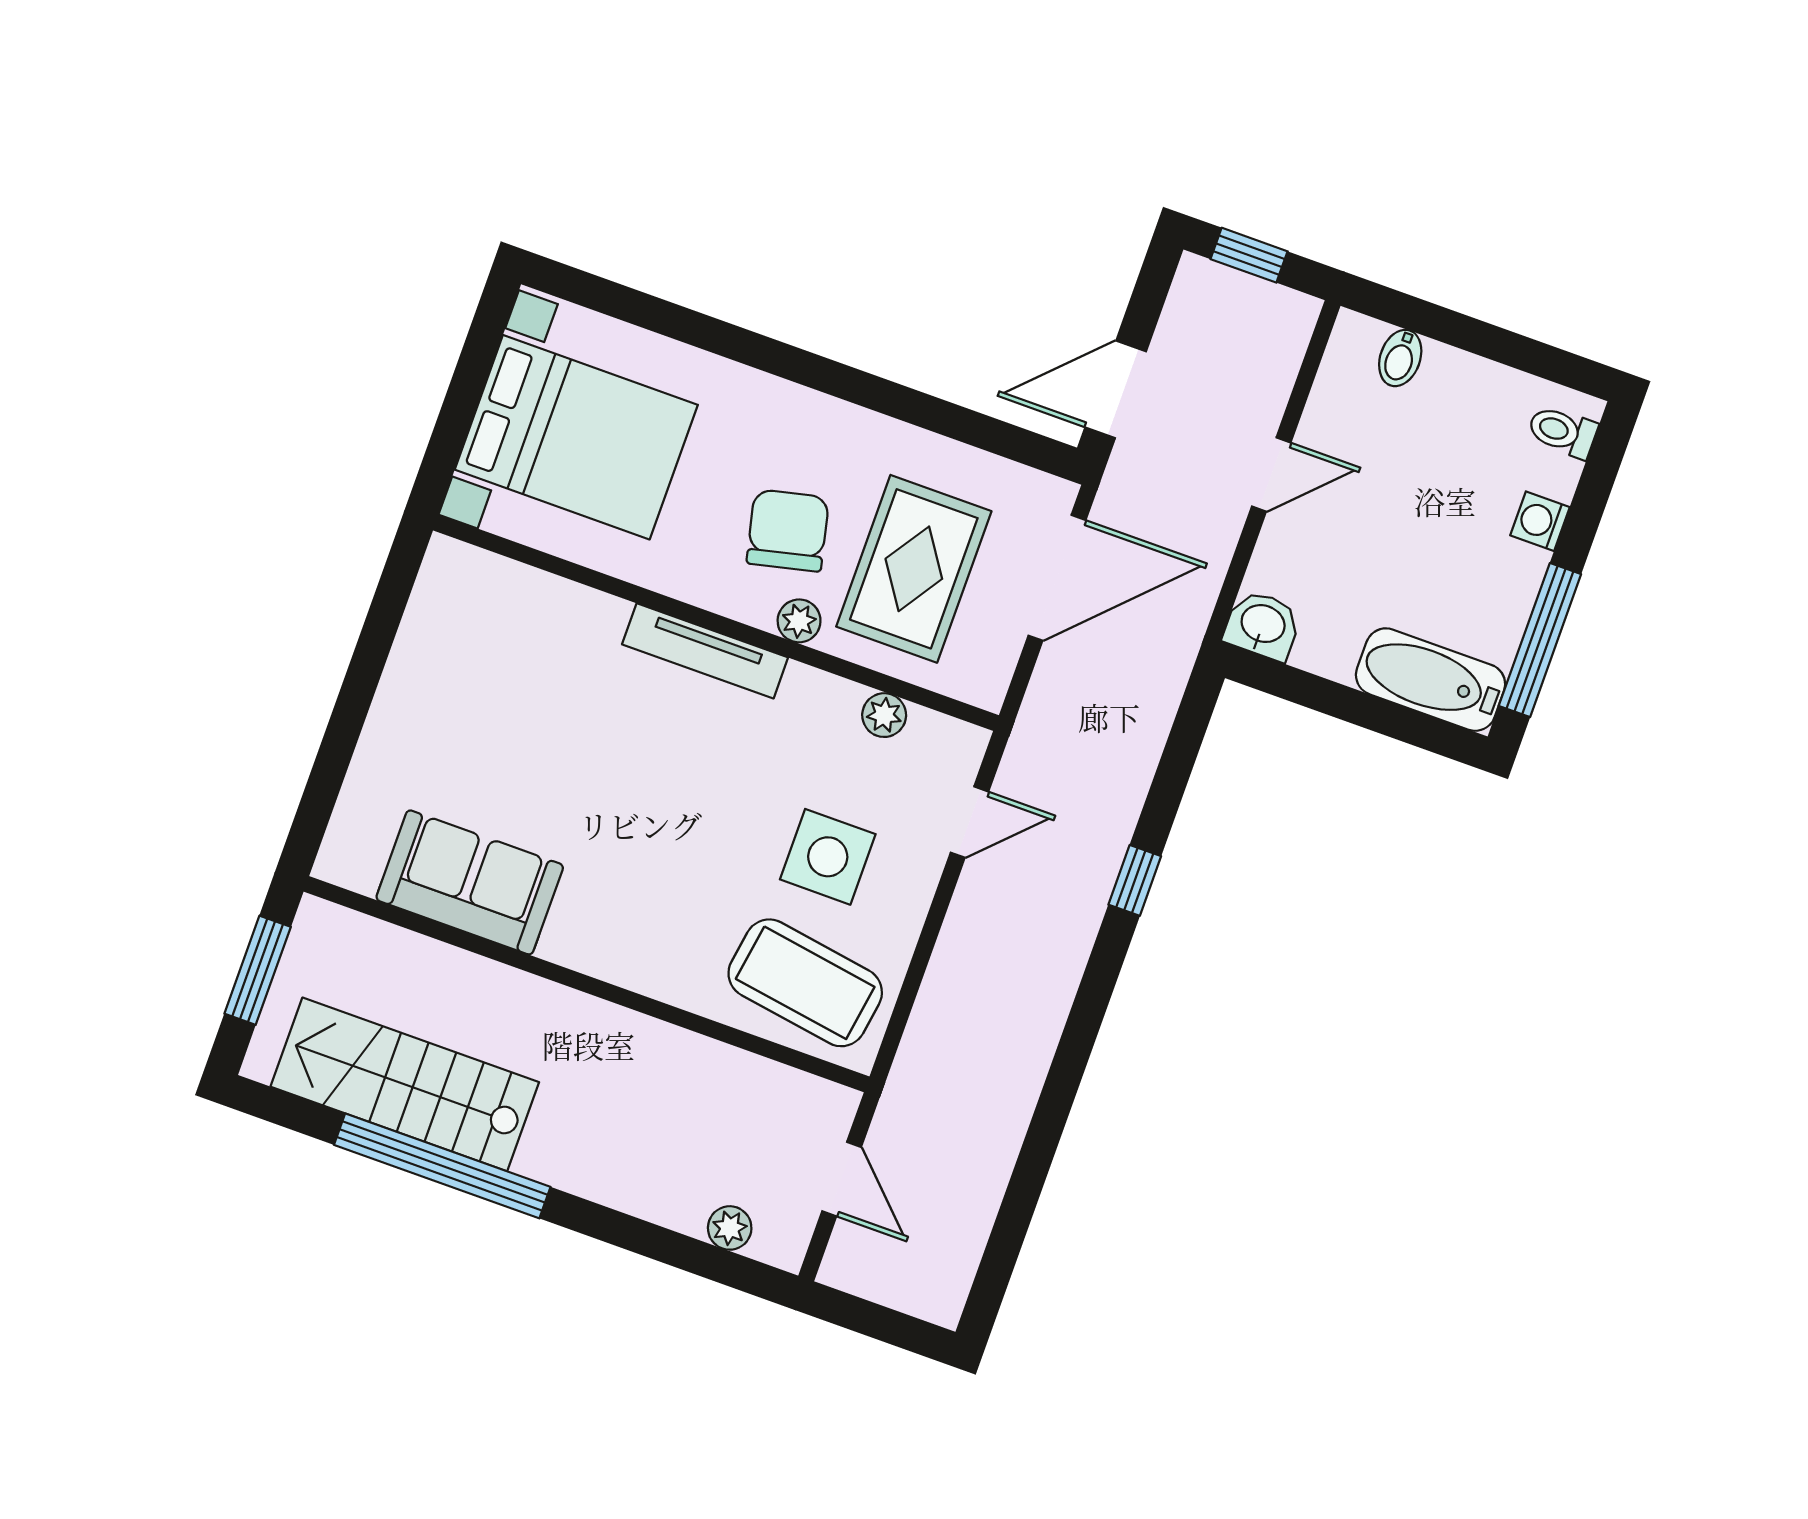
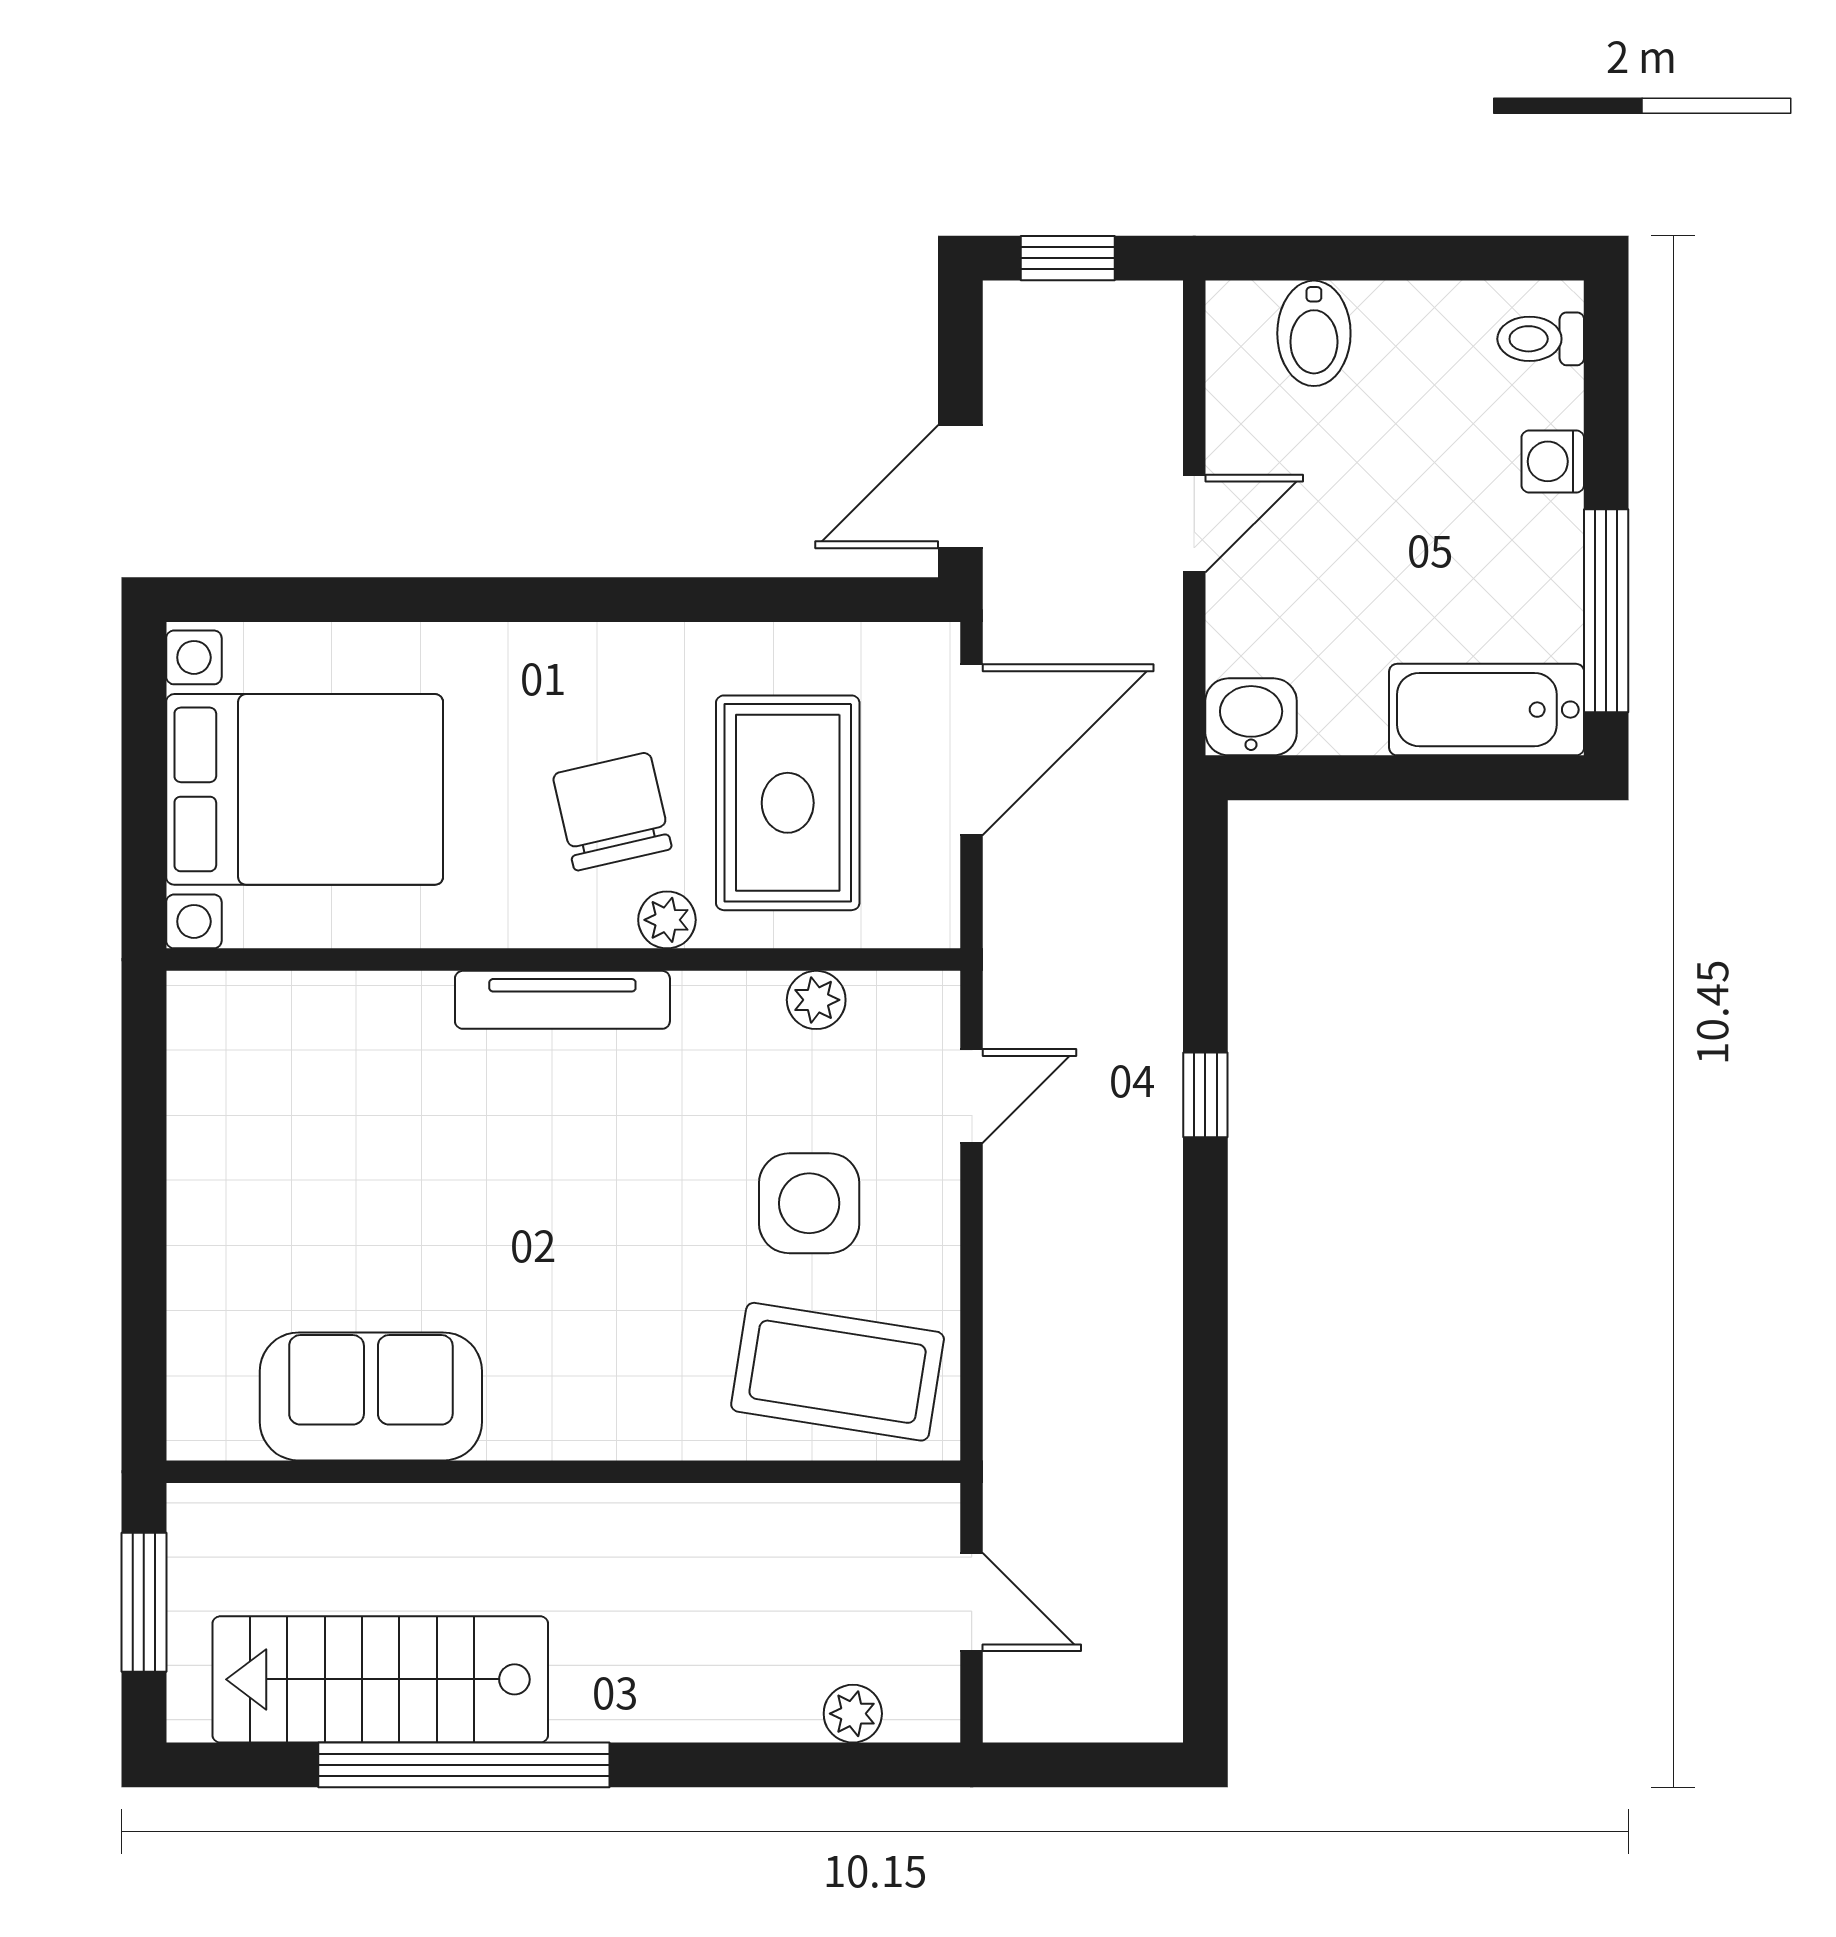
bidet: (1400, 358) -> (1314, 333), width x1.38, depth x1.36

